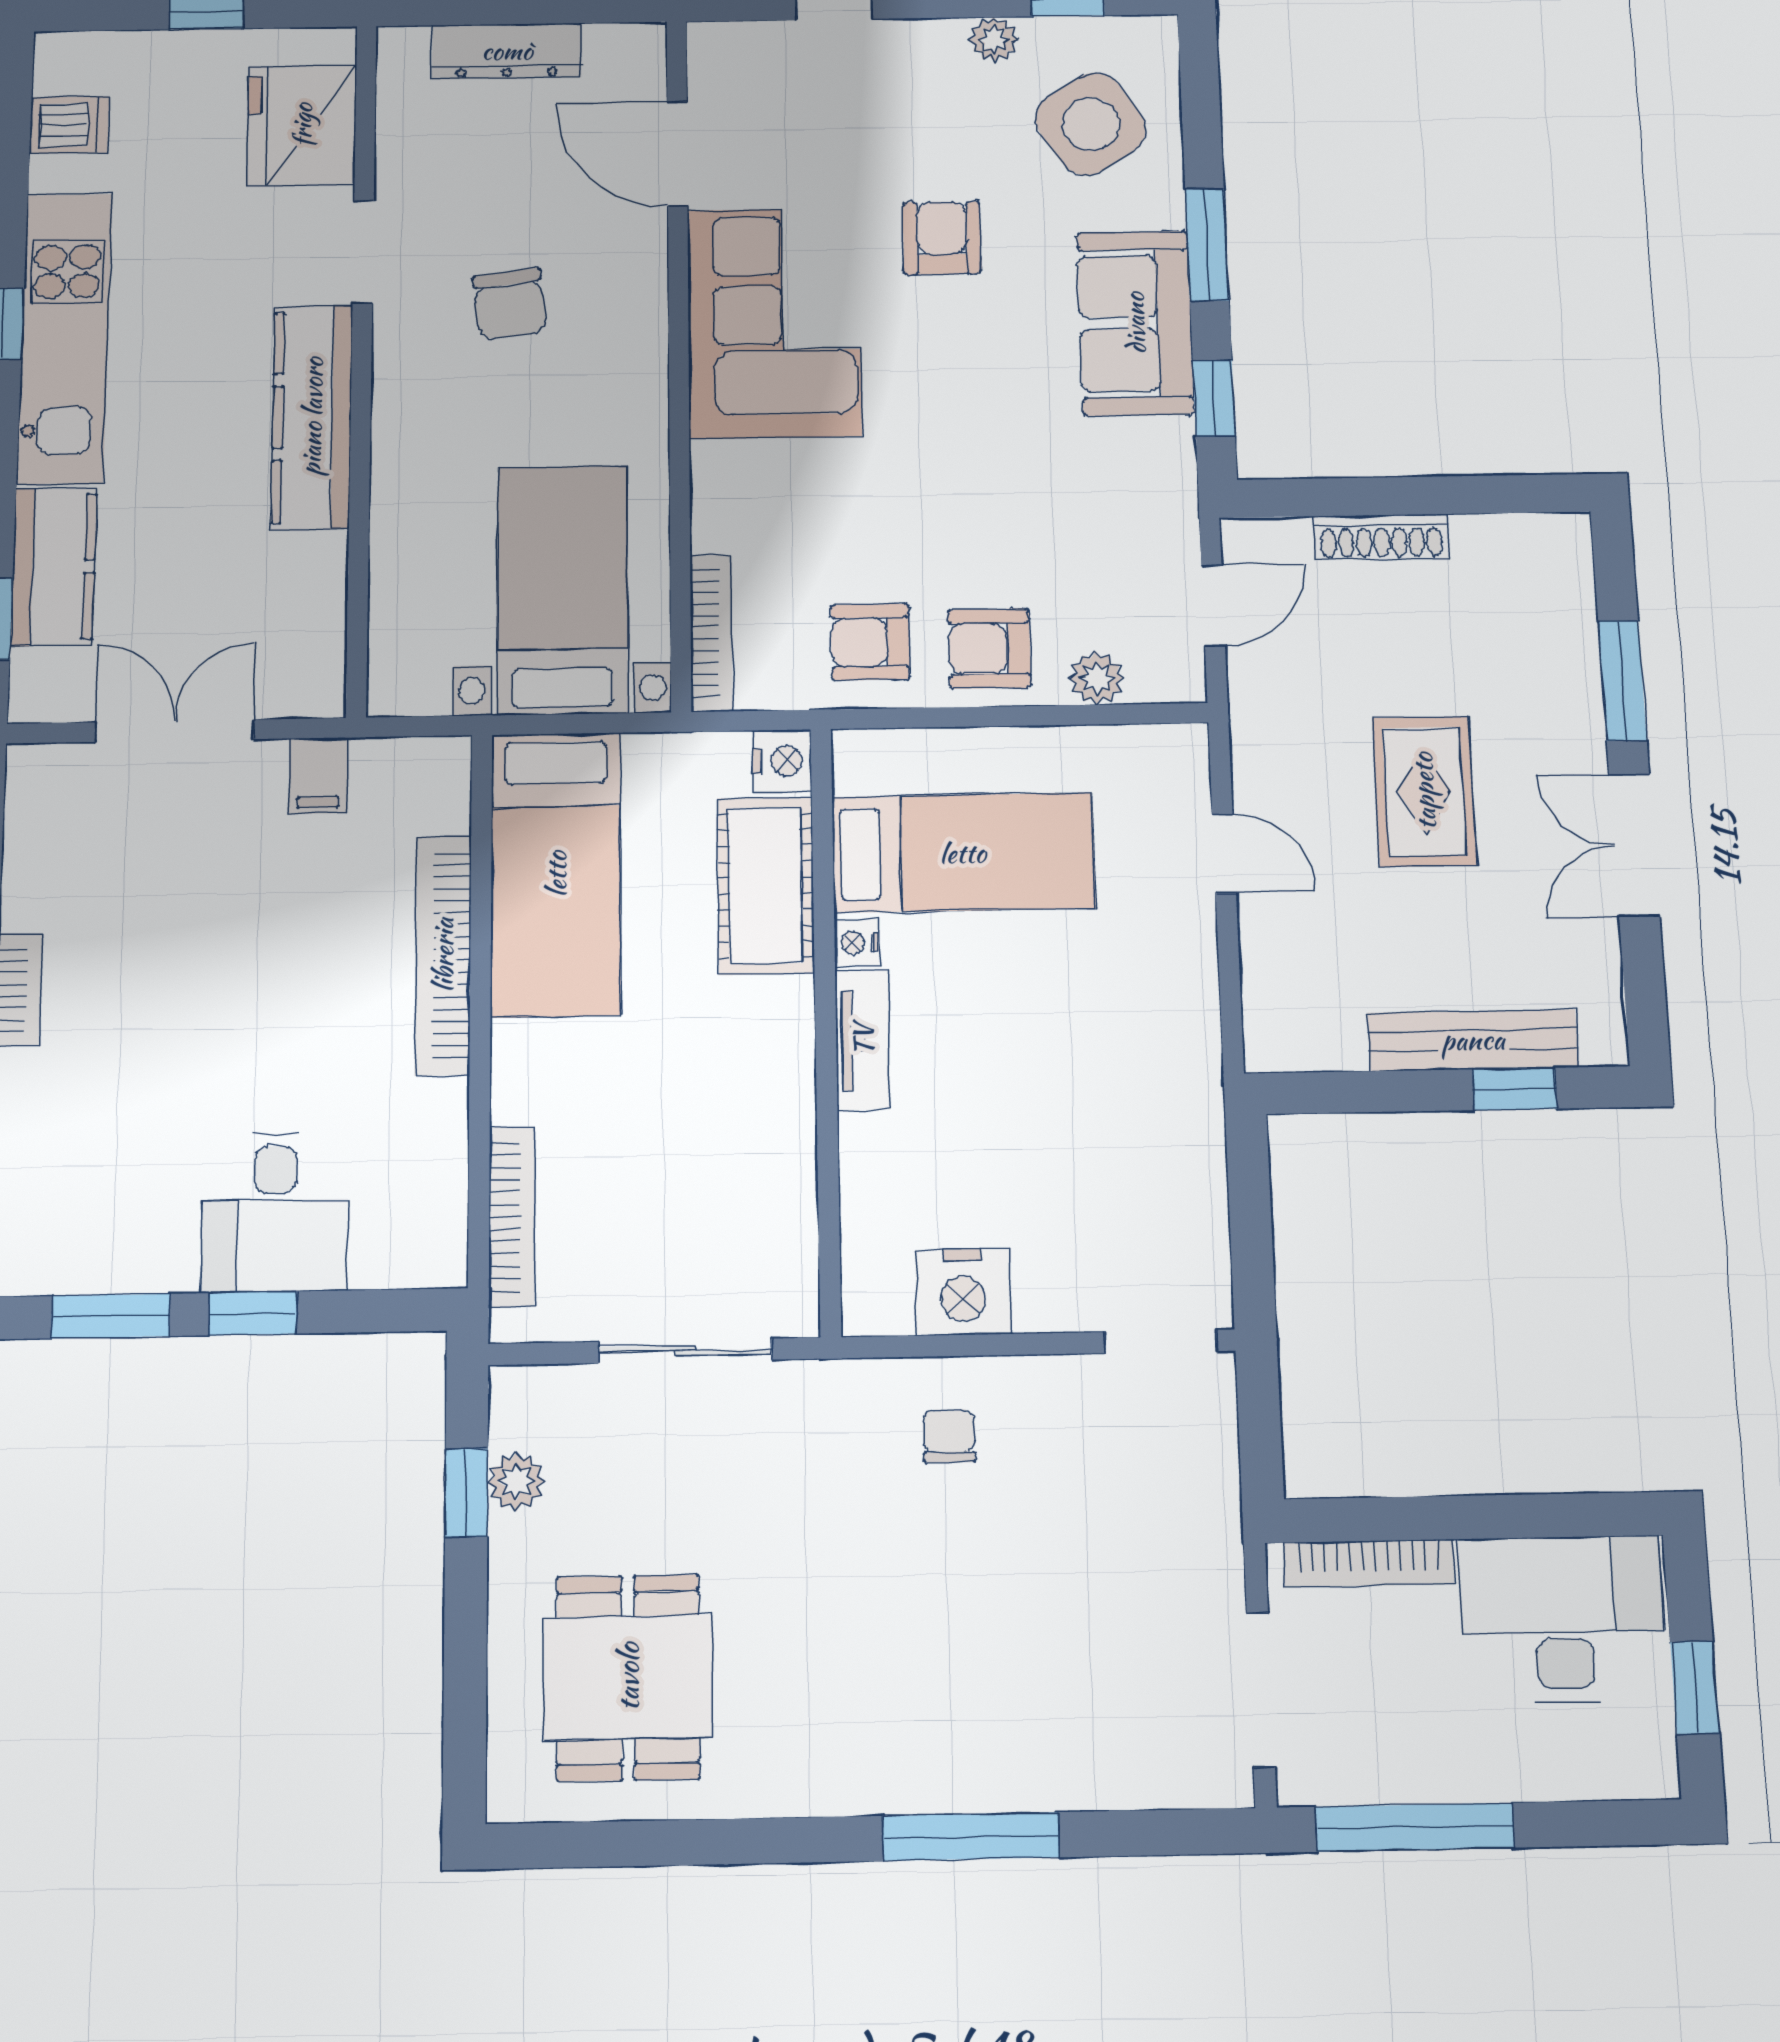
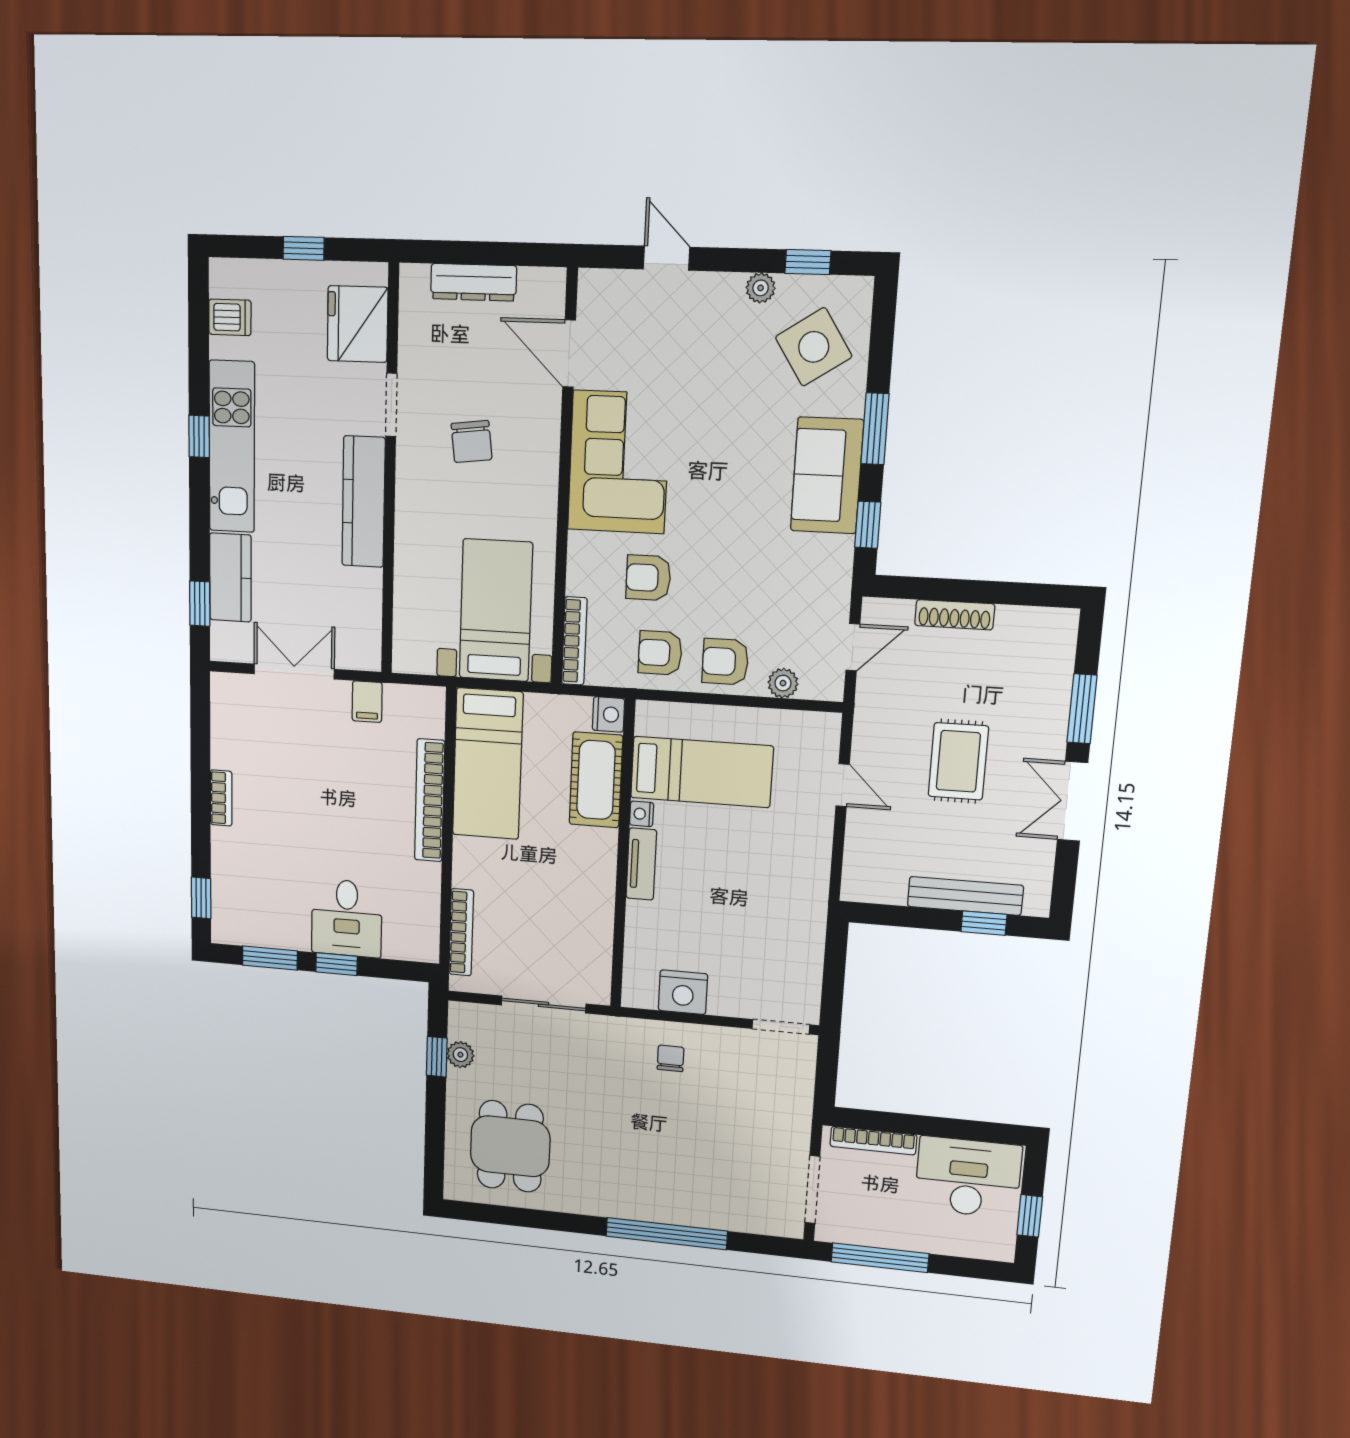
armchair: (942, 238) -> (648, 578), moved, turned -90
window: (971, 1837) -> (667, 1234), width x1.46

